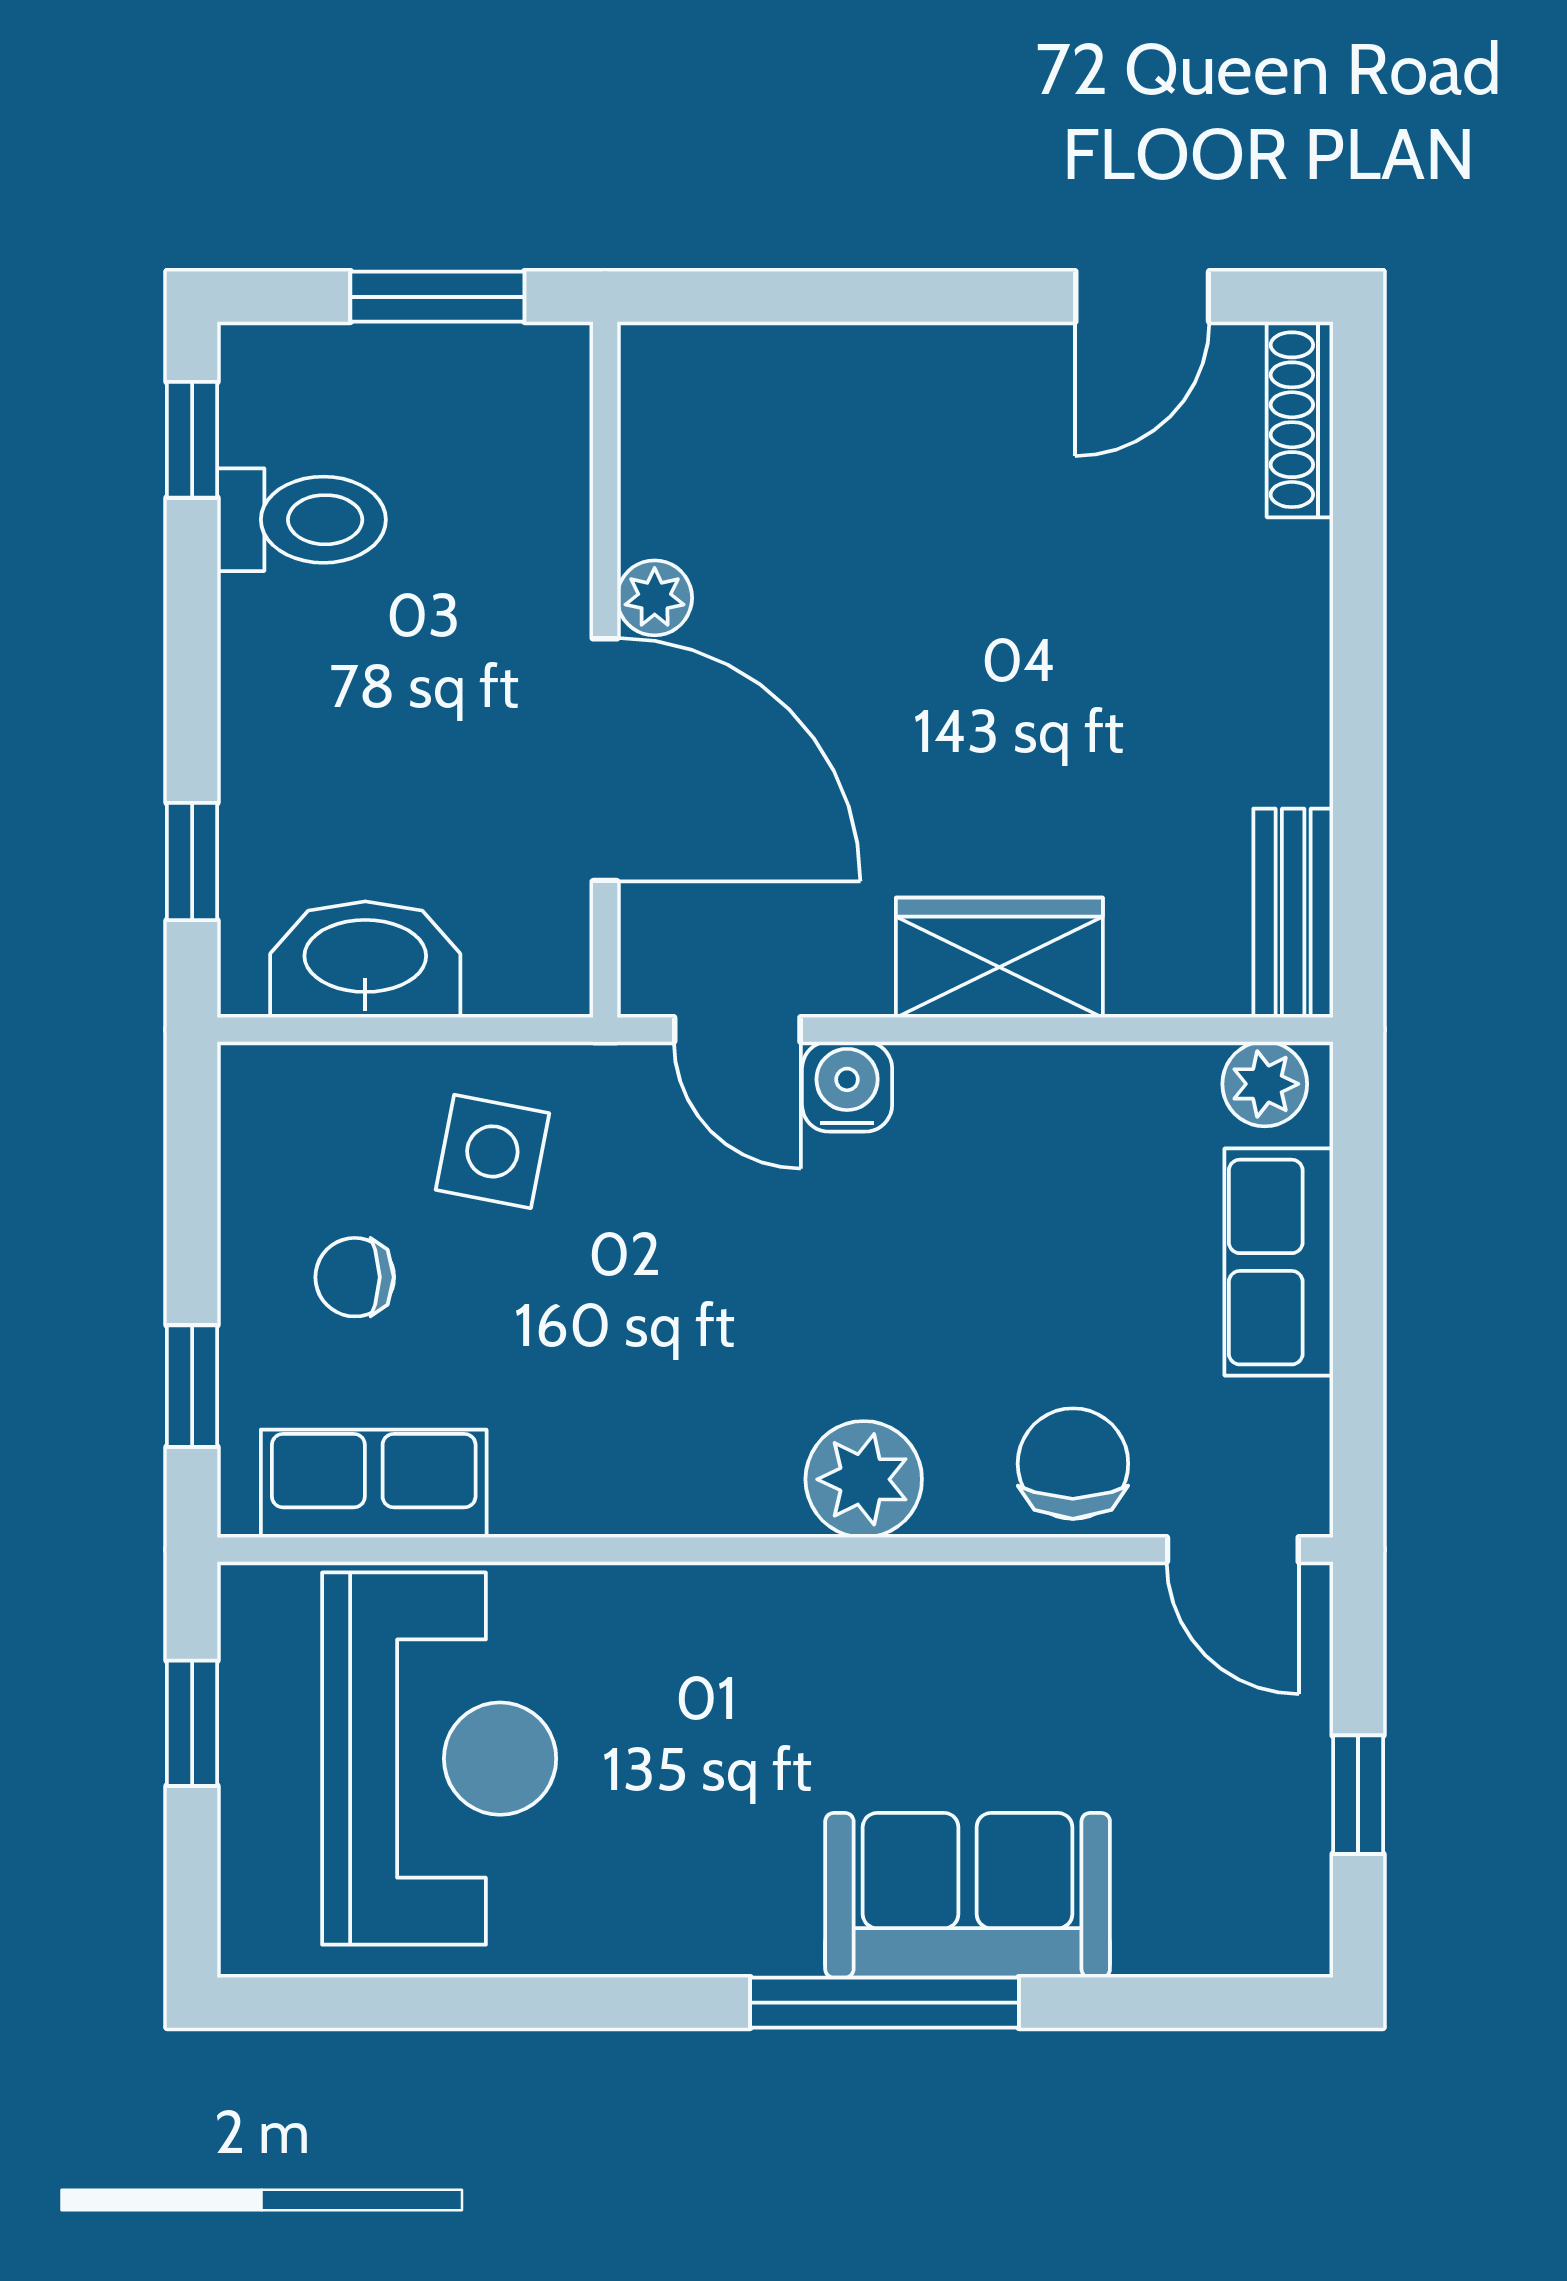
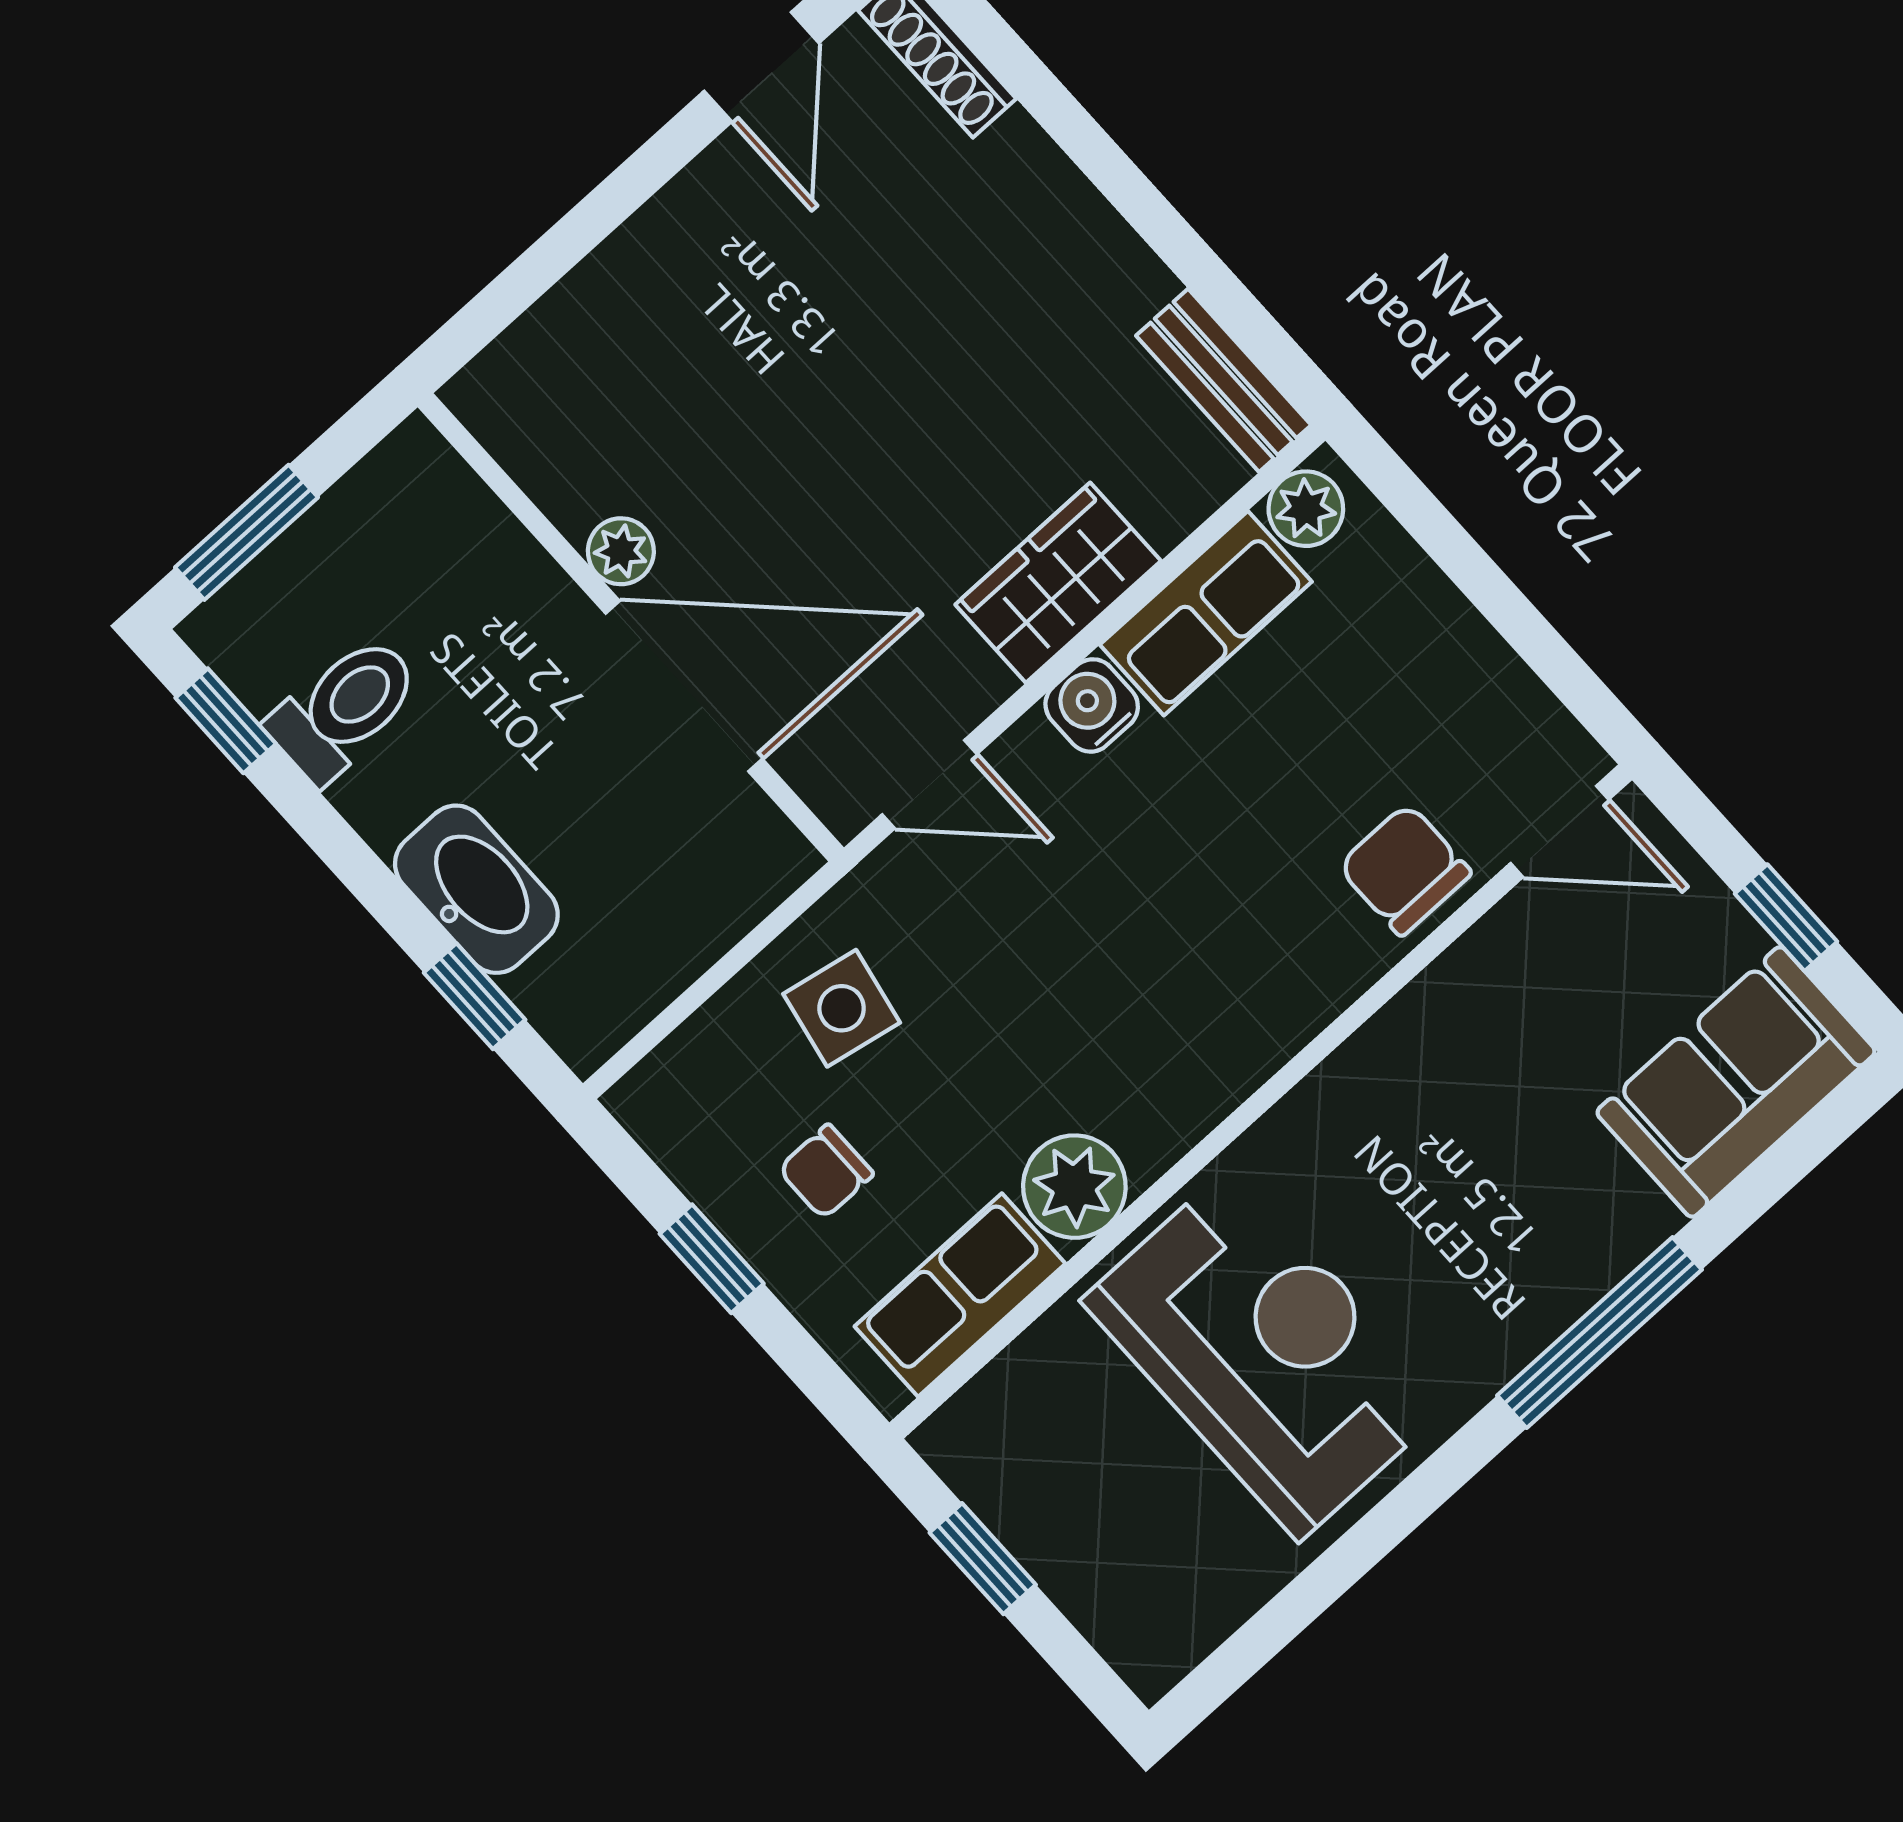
window: (437, 297) -> (246, 532), moved
washbasin: (365, 959) -> (476, 889), moved, turned 90
water cooler: (847, 1087) -> (1092, 705), moved
row of seats: (1279, 1262) -> (1206, 613), moved, turned -90
window: (192, 1386) -> (712, 1259), moved
plant: (864, 1479) -> (1074, 1187), moved
reception desk: (439, 1759) -> (1265, 1353), moved
sofa: (968, 1895) -> (1736, 1082), moved

